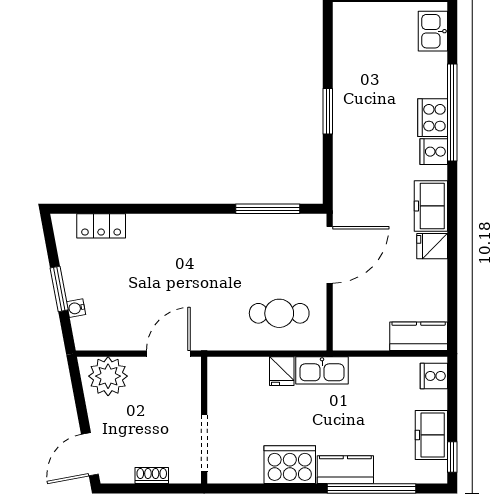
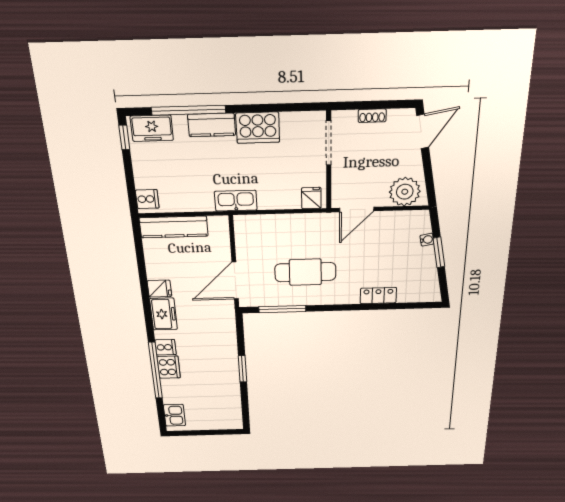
locker: (101, 226) -> (378, 296), moved
cafe table: (279, 313) -> (305, 272), moved, width x1.37, depth x1.35
kitchen counter: (419, 336) -> (174, 227), width x1.50
fridge: (282, 371) -> (311, 198), moved
freezer: (431, 435) -> (152, 128), moved, turned 90

